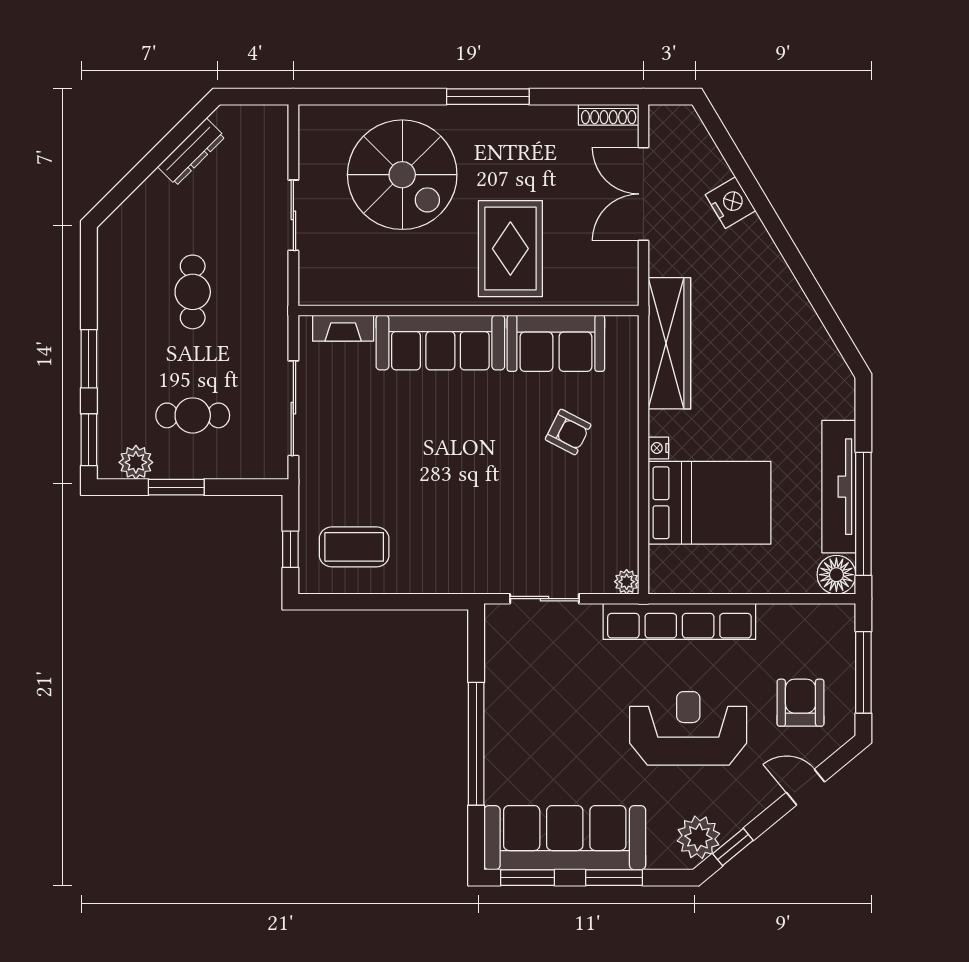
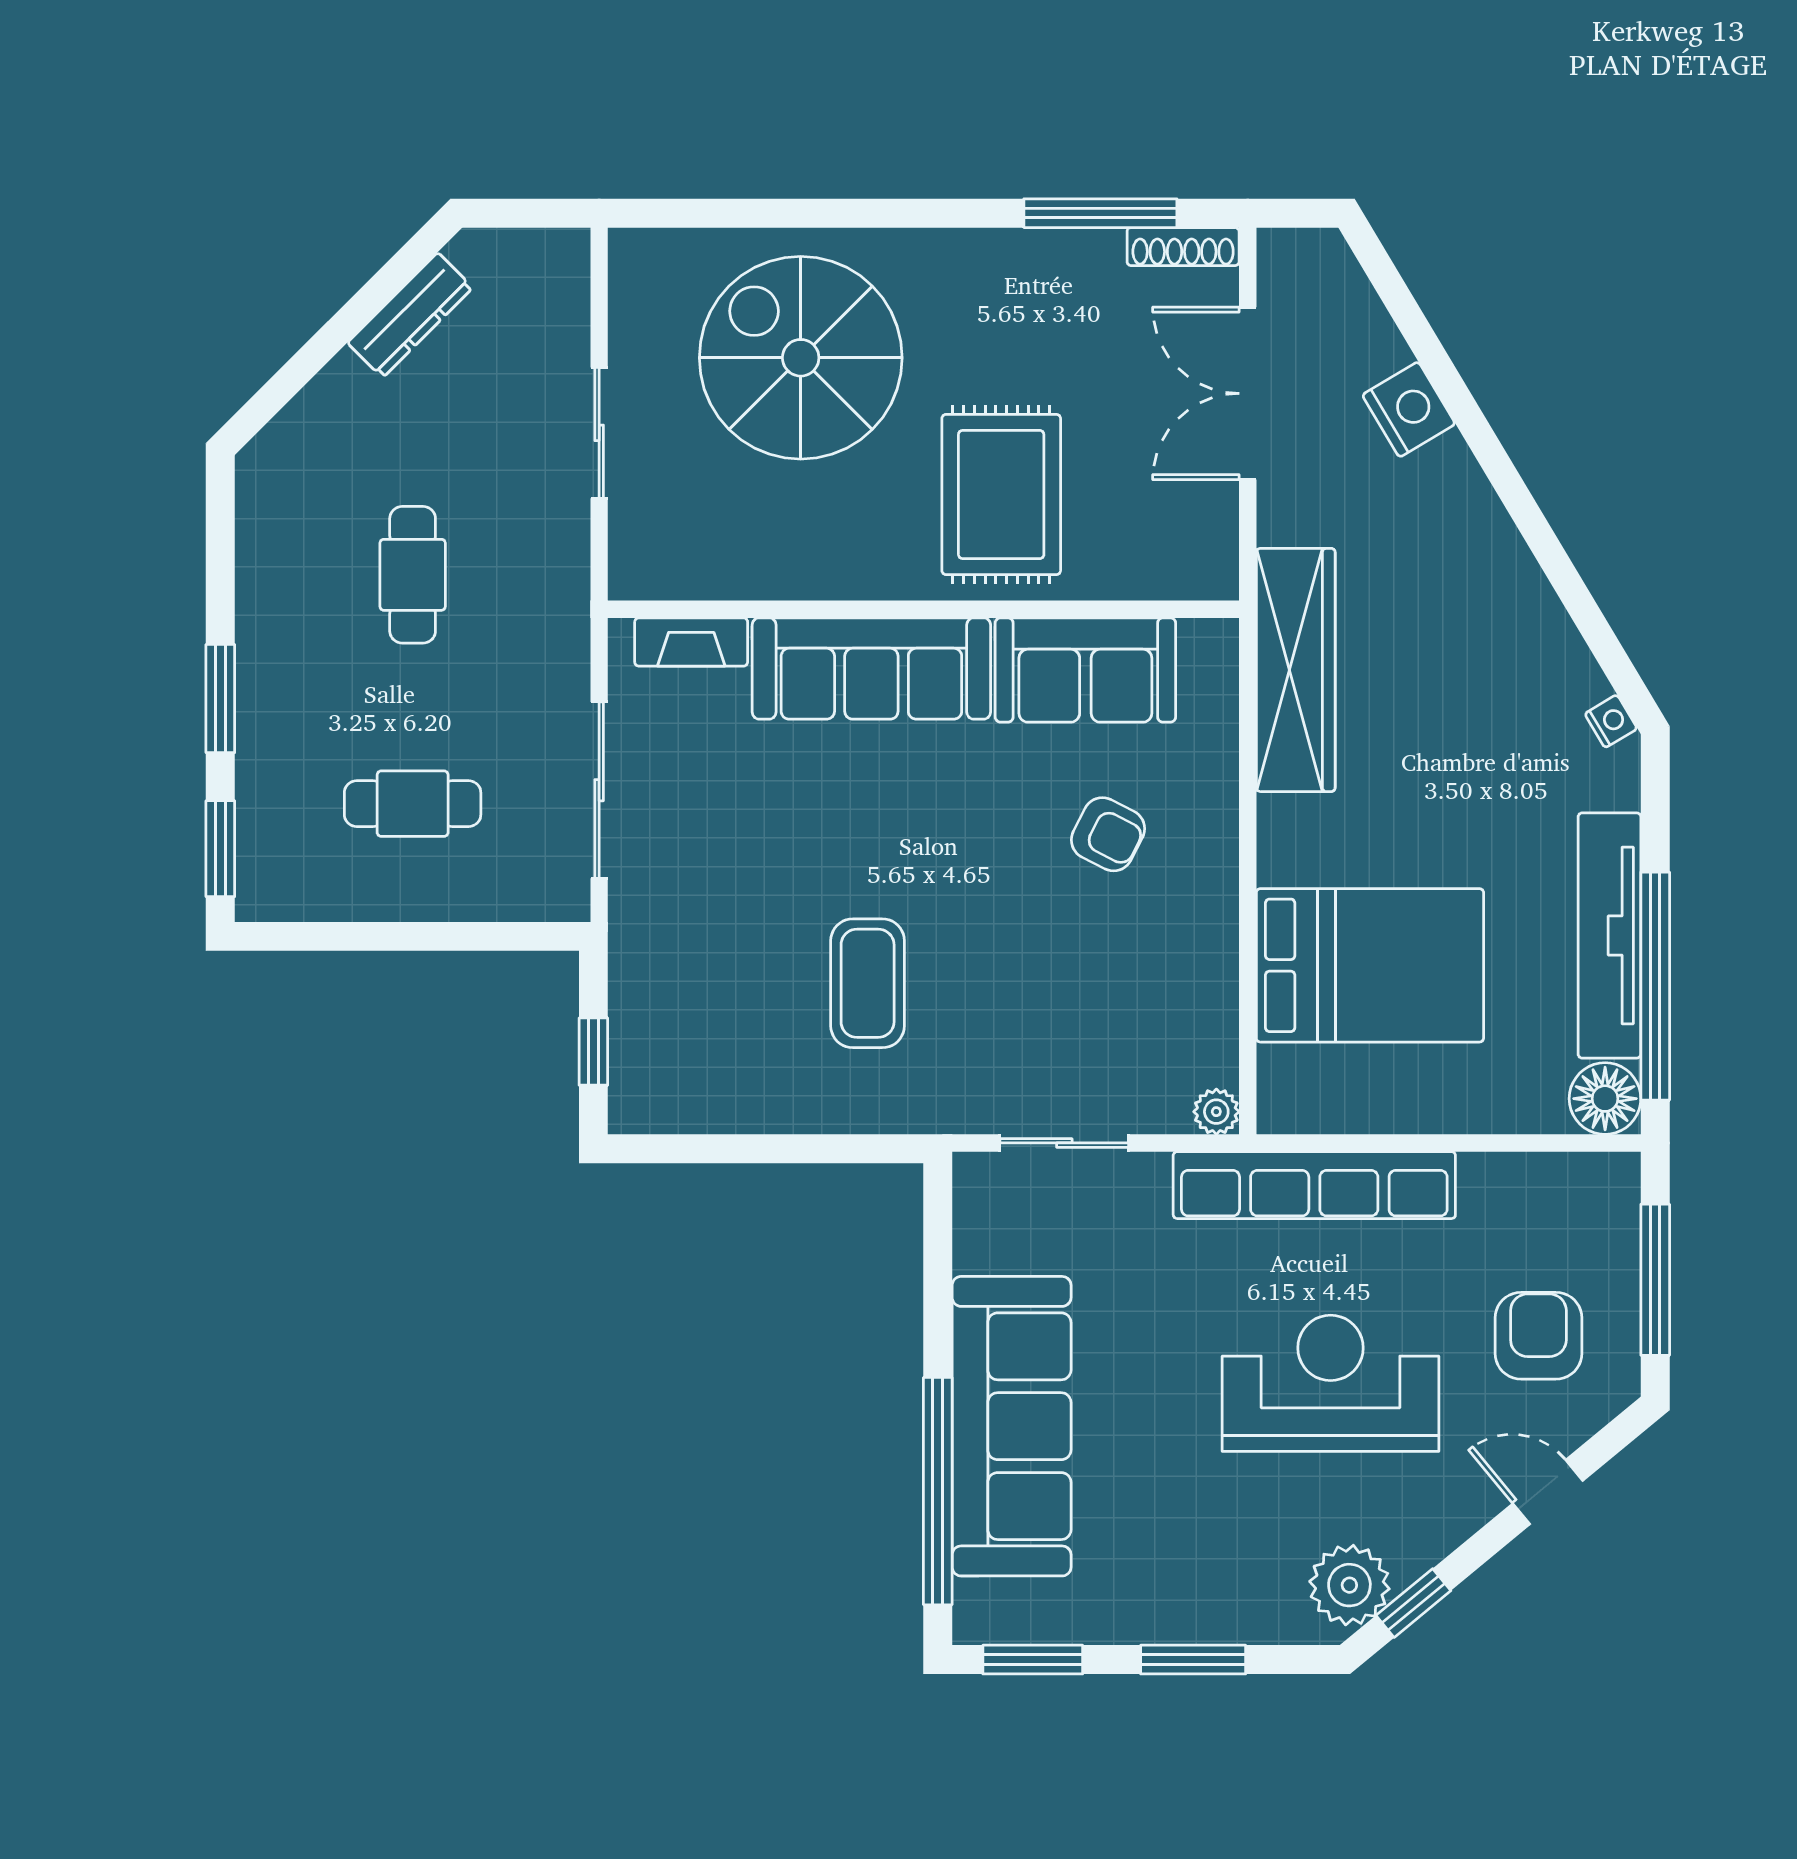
window: (488, 97) -> (1100, 213), moved
spiral stairs: (402, 175) -> (801, 358), turned 180
nightstand: (658, 448) -> (1611, 721), moved, turned 149
plant: (136, 462) -> (307, 890), removed
window: (176, 487) -> (382, 936), removed
coffee table: (354, 547) -> (868, 983), moved, turned 90
window: (476, 744) -> (938, 1491), moved
sofa: (565, 838) -> (1012, 1426), moved, turned 90

